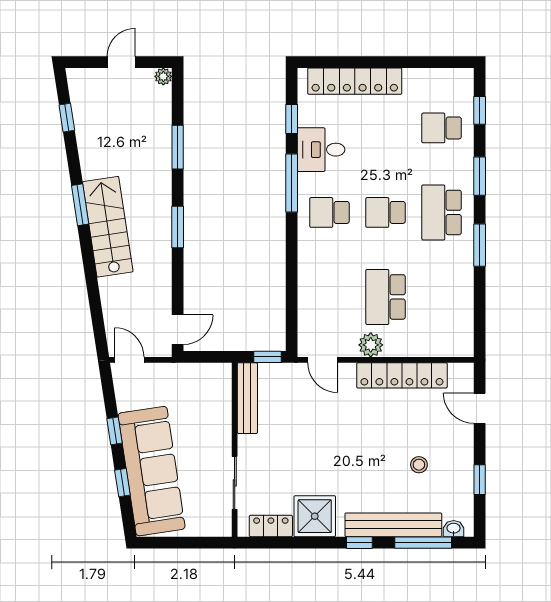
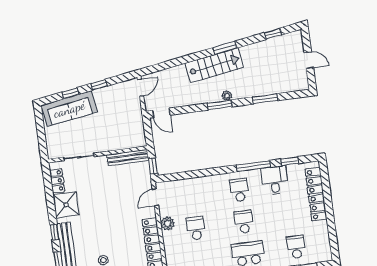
plant: (163, 76) -> (227, 96), moved
school desk: (386, 297) -> (196, 228), width x0.54
sofa: (152, 471) -> (69, 109), width x0.74, depth x0.79

